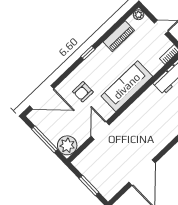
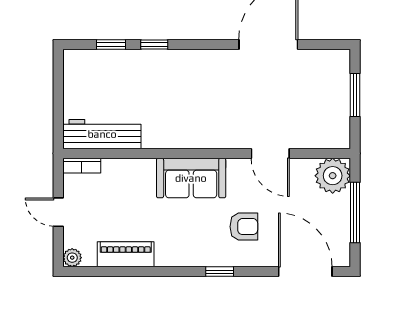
window: (88, 53) -> (220, 272), moved
sofa: (127, 86) -> (191, 178), width x0.73
door: (100, 131) -> (270, 153), hinge flipped

